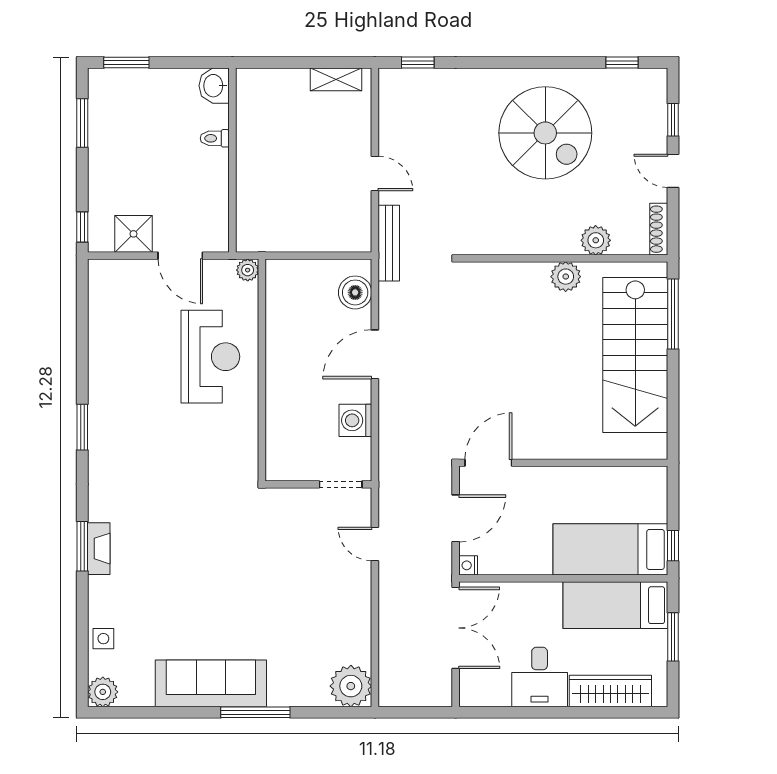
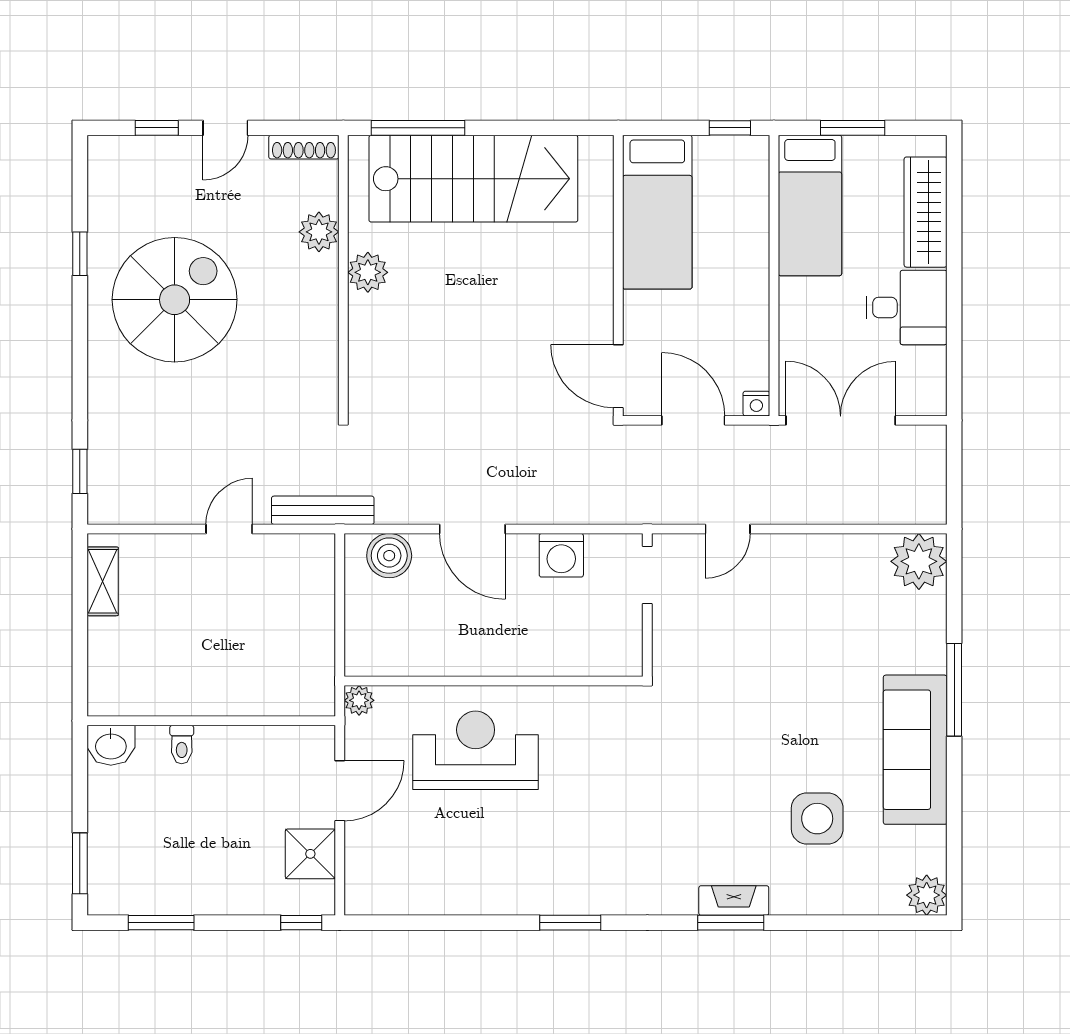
window: (622, 63) -> (80, 254), moved
bed: (610, 549) -> (657, 212), moved
side table: (103, 639) -> (817, 819), moved, width x1.87, depth x1.87

